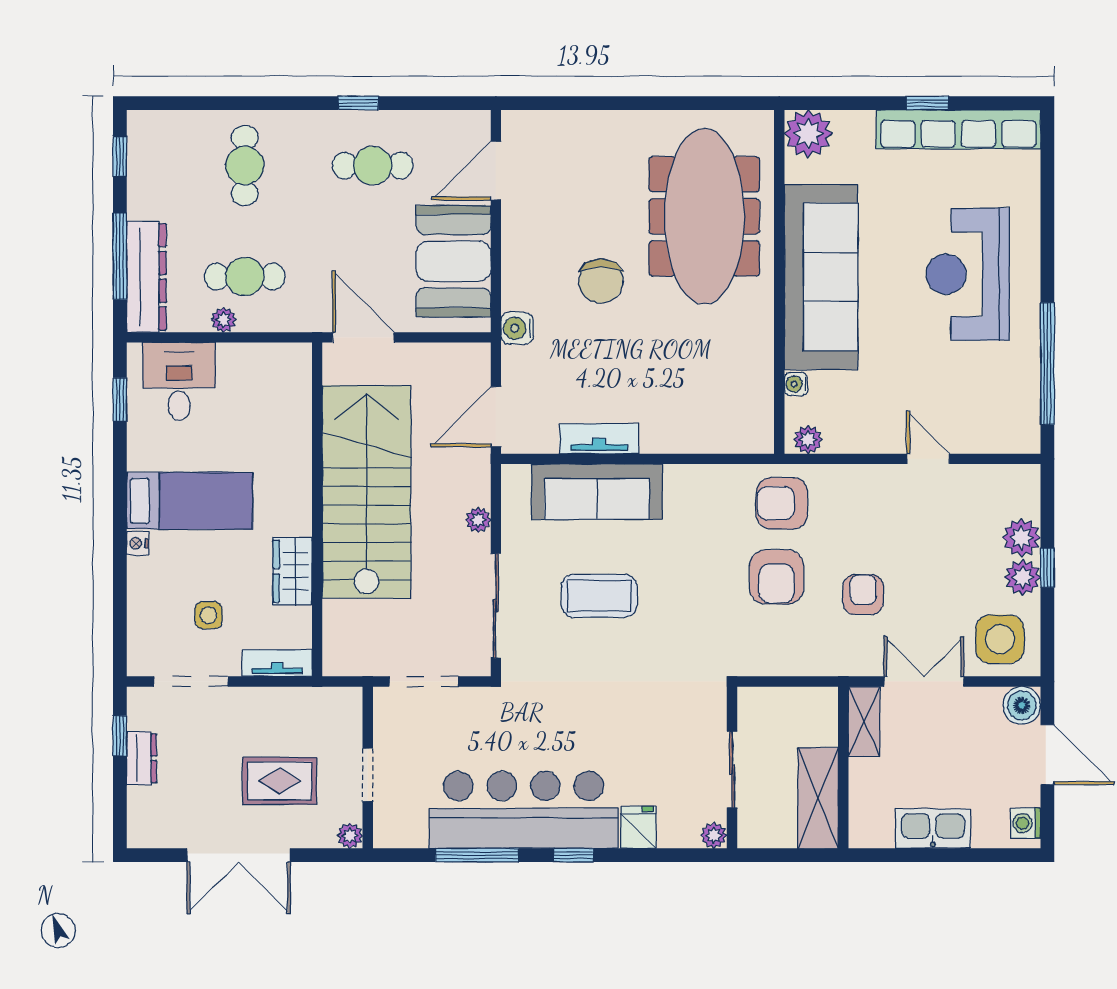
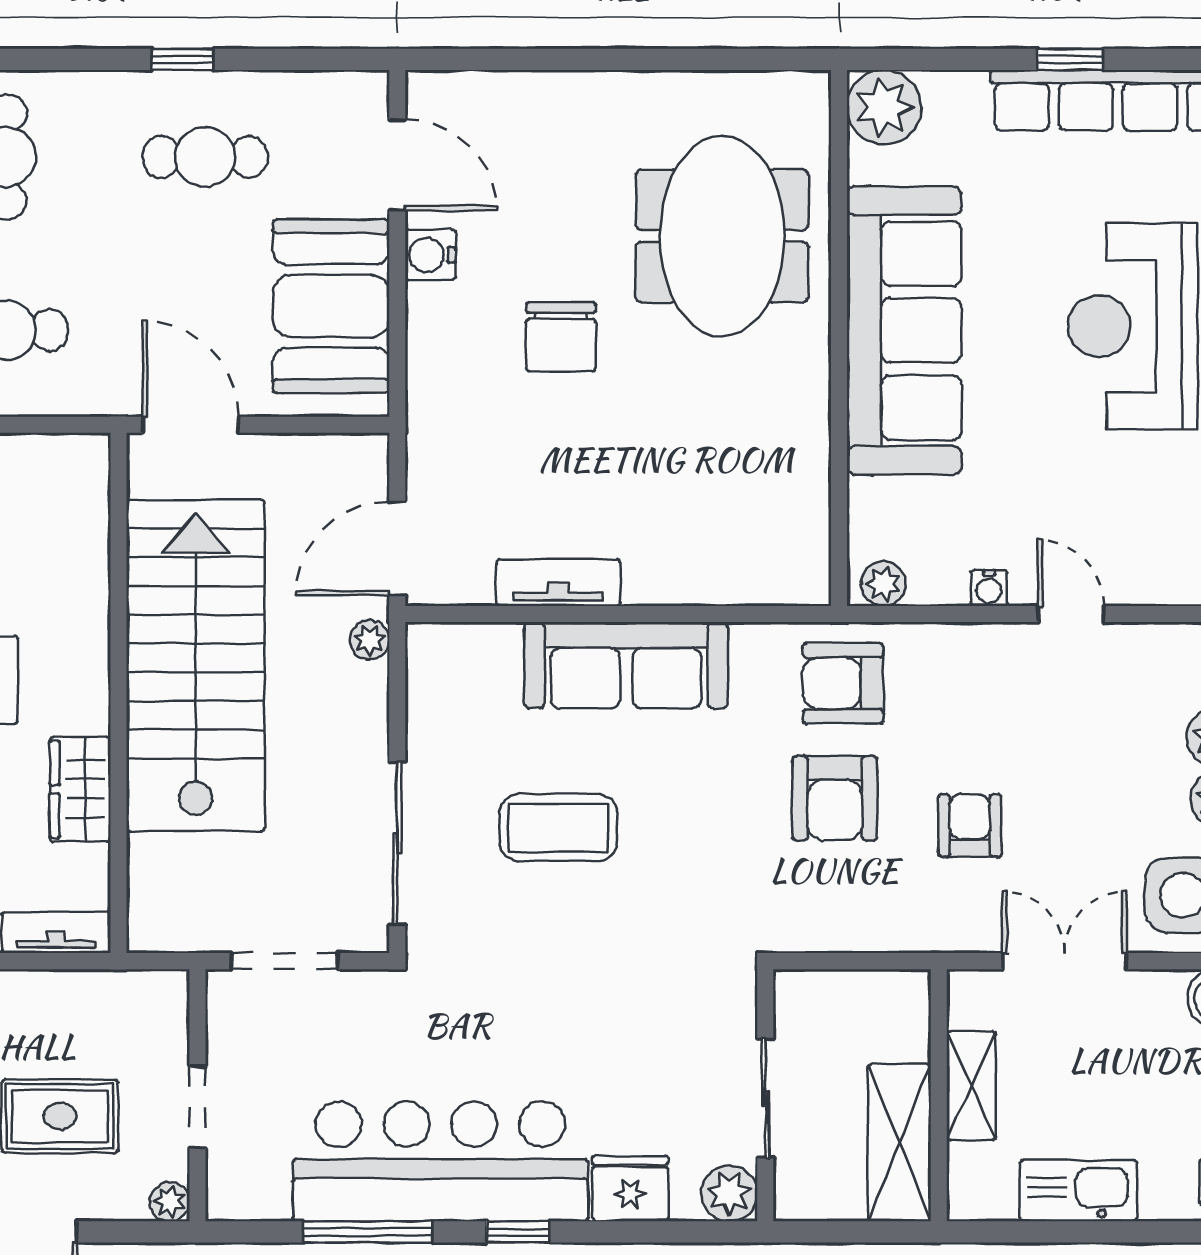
door: (496, 171) -> (397, 165), swing flipped
meeting table: (704, 216) -> (722, 236), width x0.73
water cooler: (517, 328) -> (430, 255), moved
water cooler: (796, 384) -> (989, 588), moved, turned -90
sofa: (597, 492) -> (626, 665), moved
plant: (478, 520) -> (370, 640), moved
shelving: (864, 721) -> (971, 1086), moved
fridge: (638, 827) -> (630, 1189), width x1.38
plant: (714, 835) -> (729, 1193), width x1.38, depth x1.38

